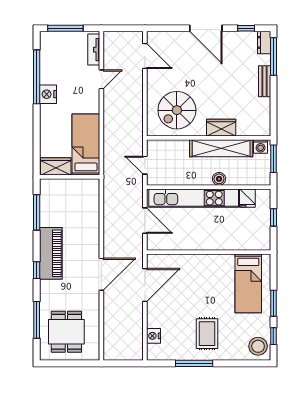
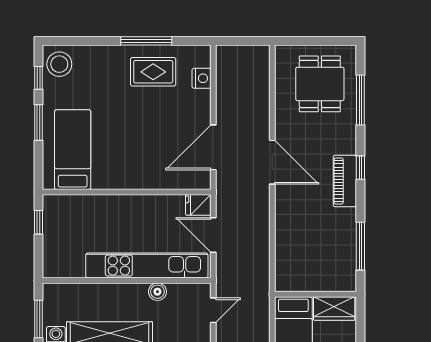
door: (145, 165) -> (213, 310), hinge flipped
boiler: (219, 179) -> (157, 292), moved
fridge: (247, 198) -> (198, 205), moved, turned -90
window: (273, 217) -> (38, 222), moved
piano: (51, 253) -> (345, 181), width x0.73, depth x0.75
door: (101, 274) -> (272, 162), swing flipped
rug: (207, 334) -> (153, 72), moved, turned 90

